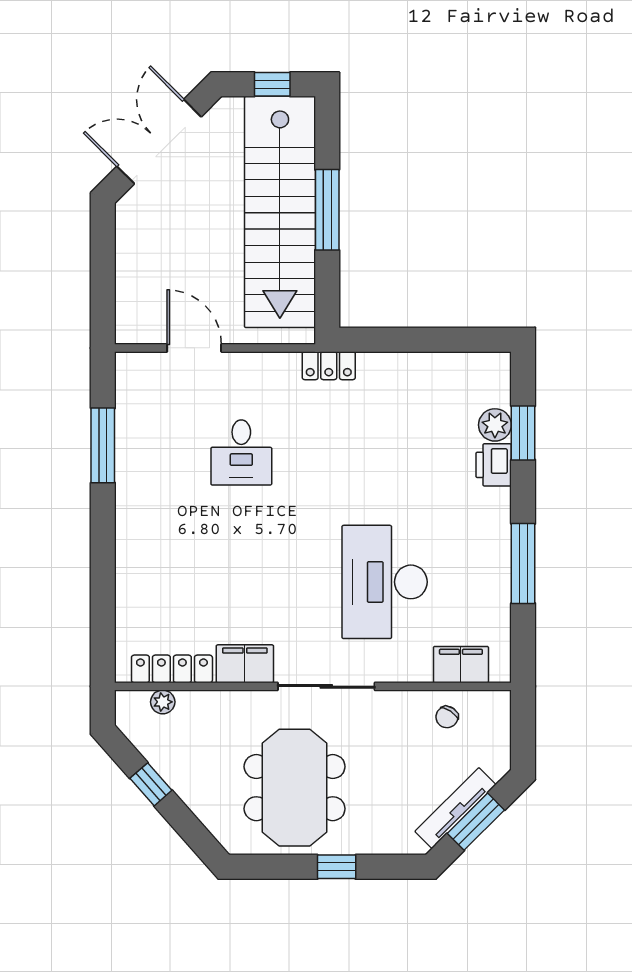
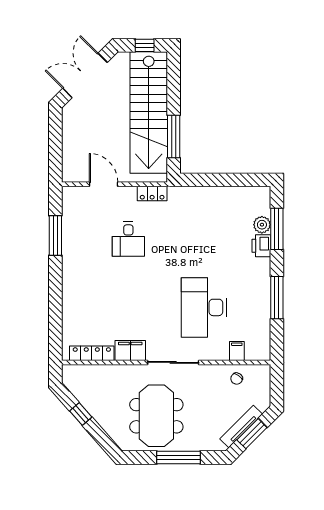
window: (327, 210) -> (174, 137), moved
locker: (329, 366) -> (152, 193), moved
window: (523, 433) -> (277, 229), width x1.44
filing cabinet: (461, 665) -> (237, 351), width x0.50
plant: (163, 702) -> (87, 371), removed
window: (337, 867) -> (179, 457), width x2.17

